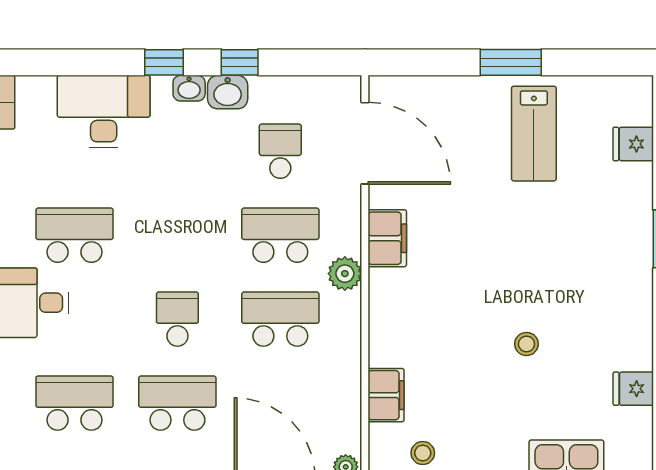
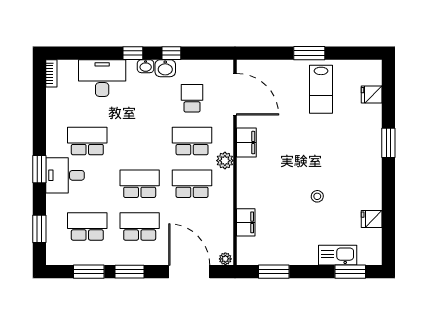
school desk: (177, 319) -> (140, 184), width x1.85
stool: (423, 453) -> (264, 252), removed

